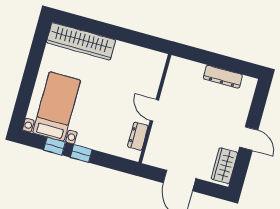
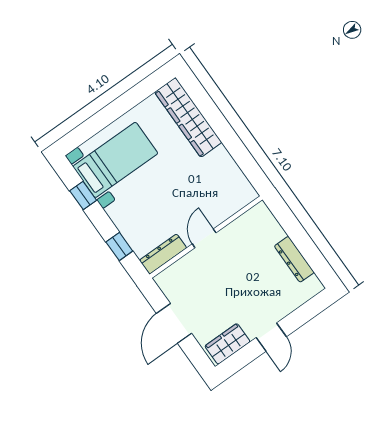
dresser: (138, 136) -> (163, 254), width x1.44
window: (81, 153) -> (119, 247), moved

